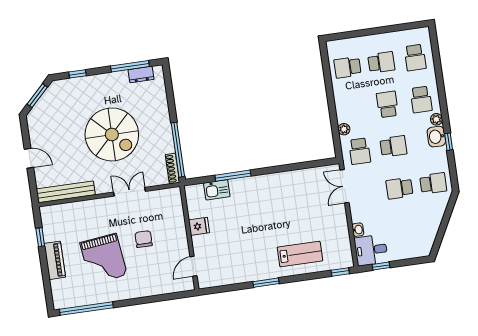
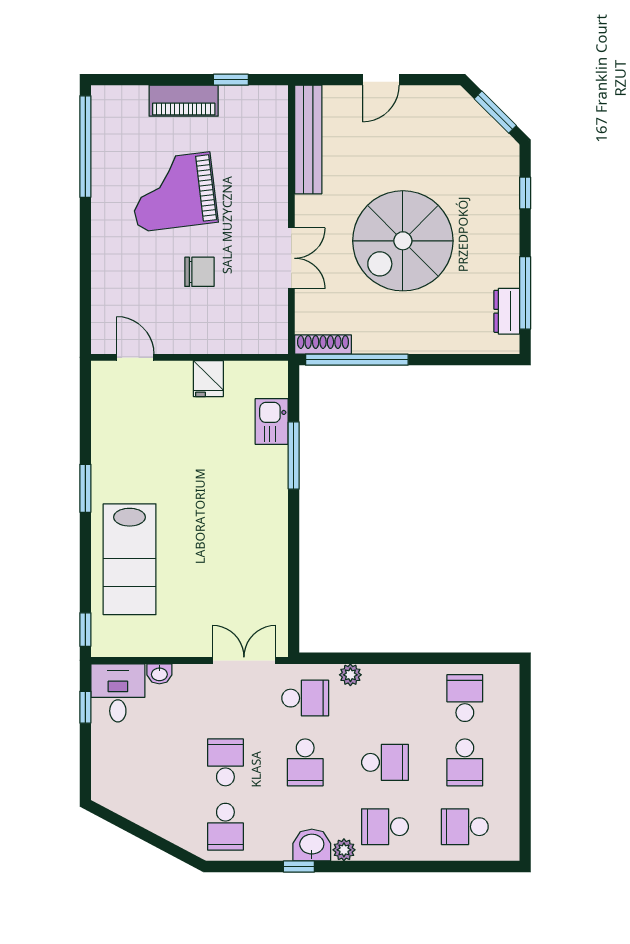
school desk: (360, 151) -> (305, 698), turned 180
lab bench: (300, 254) -> (130, 559), width x1.36, depth x1.39

